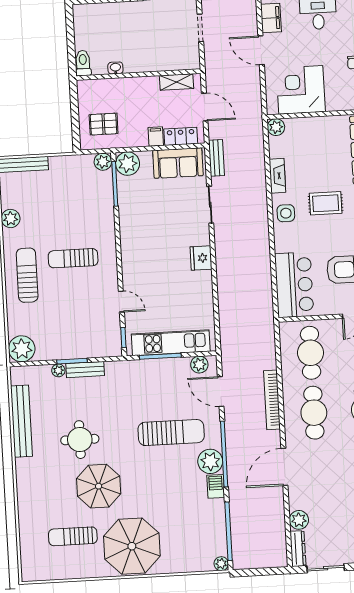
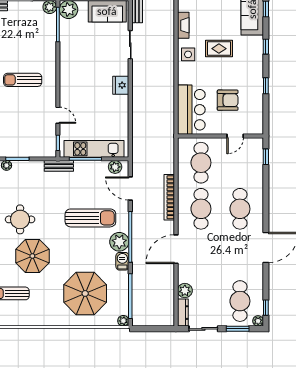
bench: (85, 370) -> (59, 166), moved
parasol: (132, 546) -> (85, 293), moved

